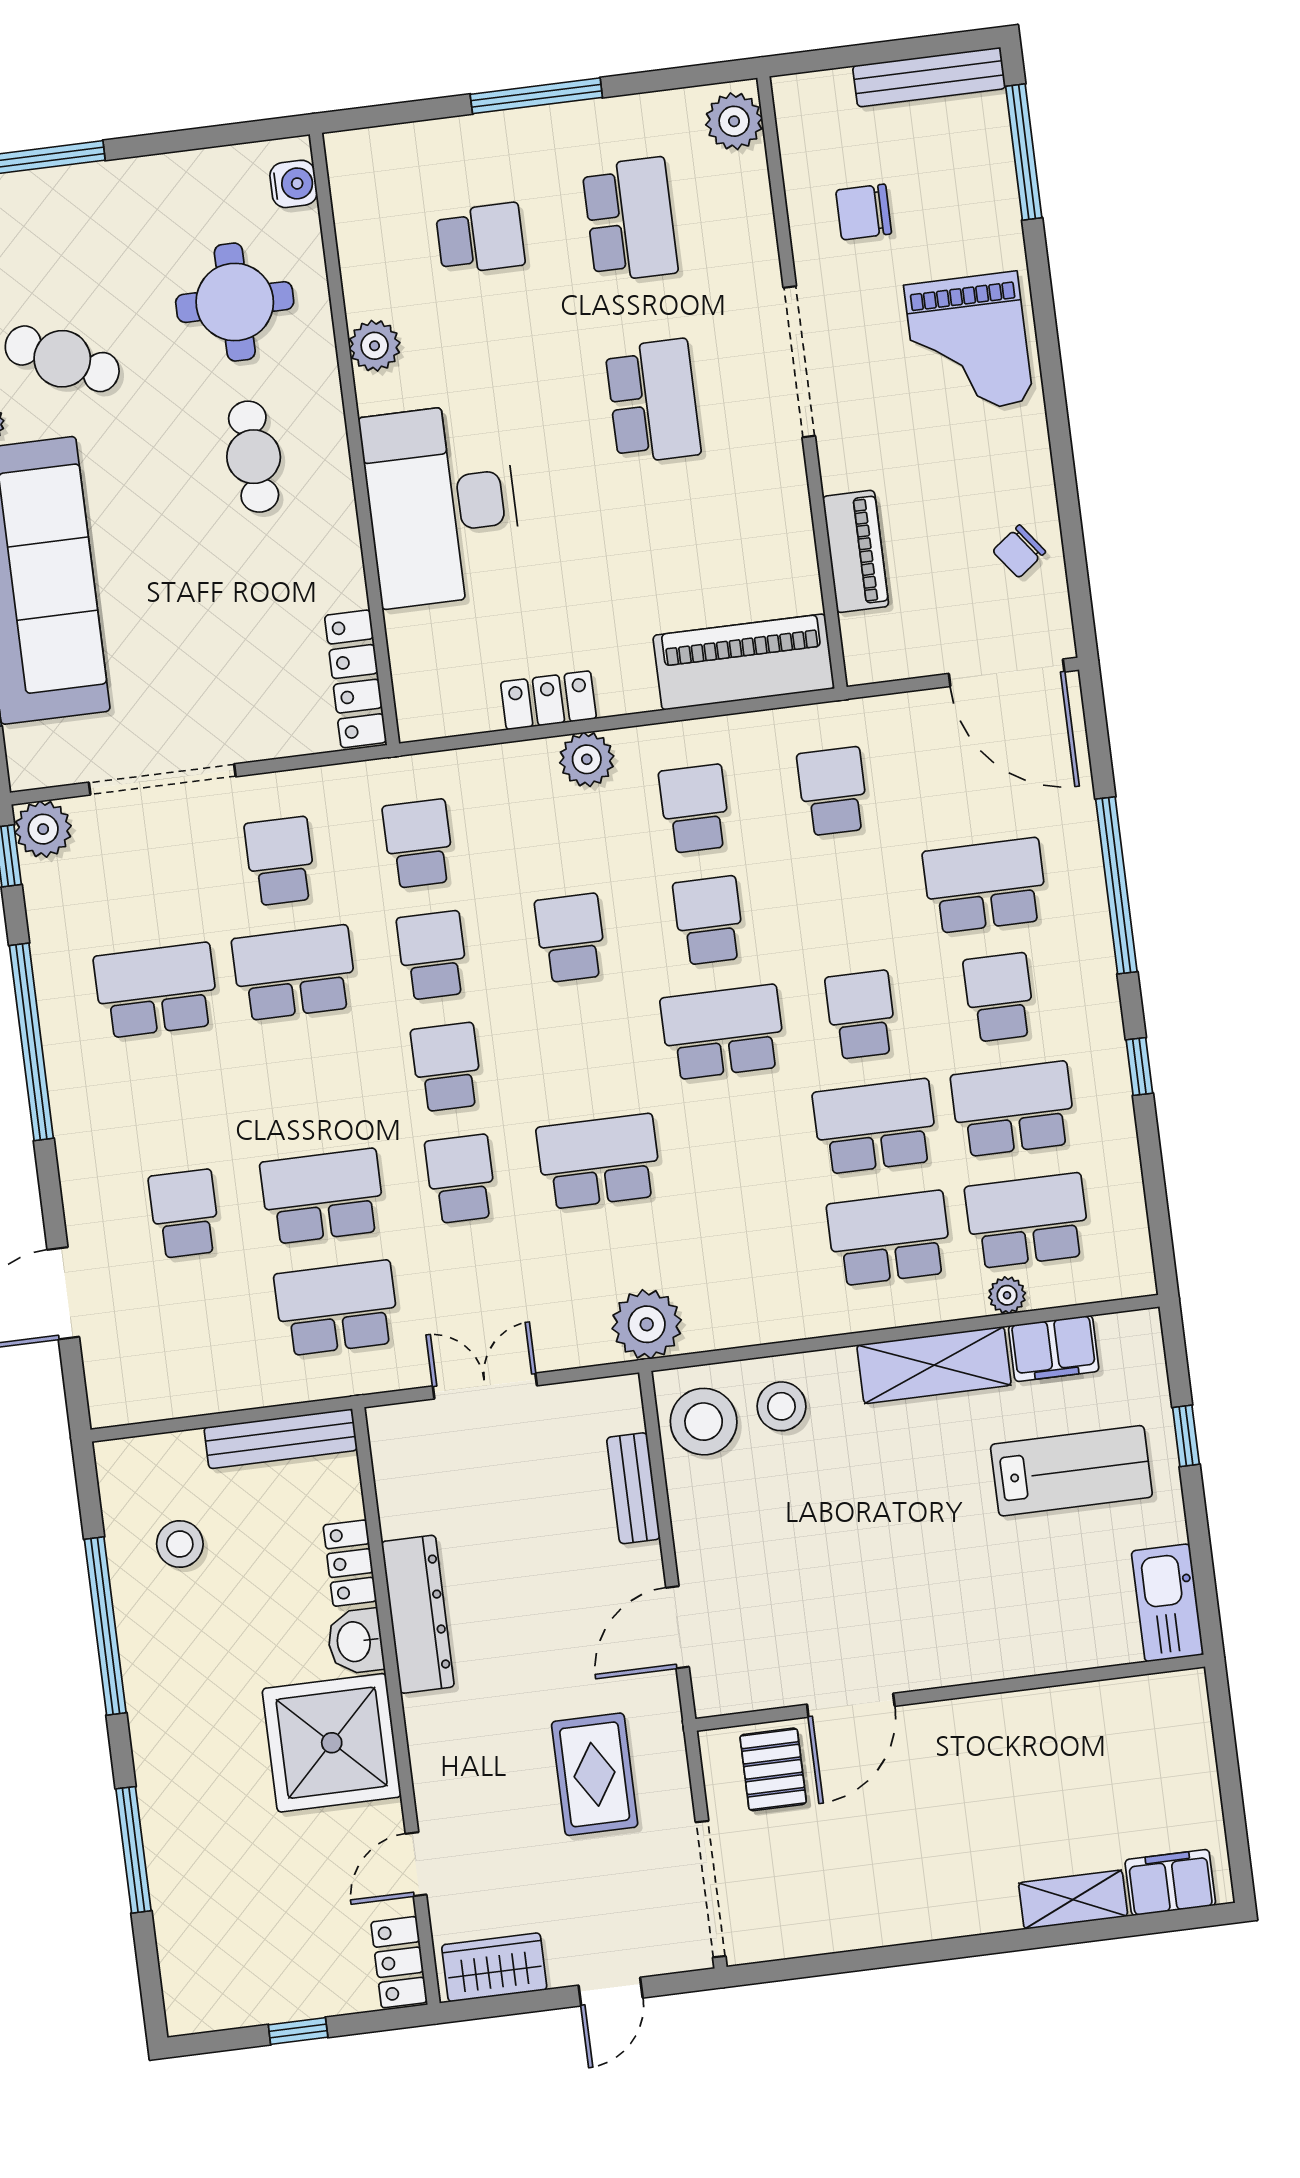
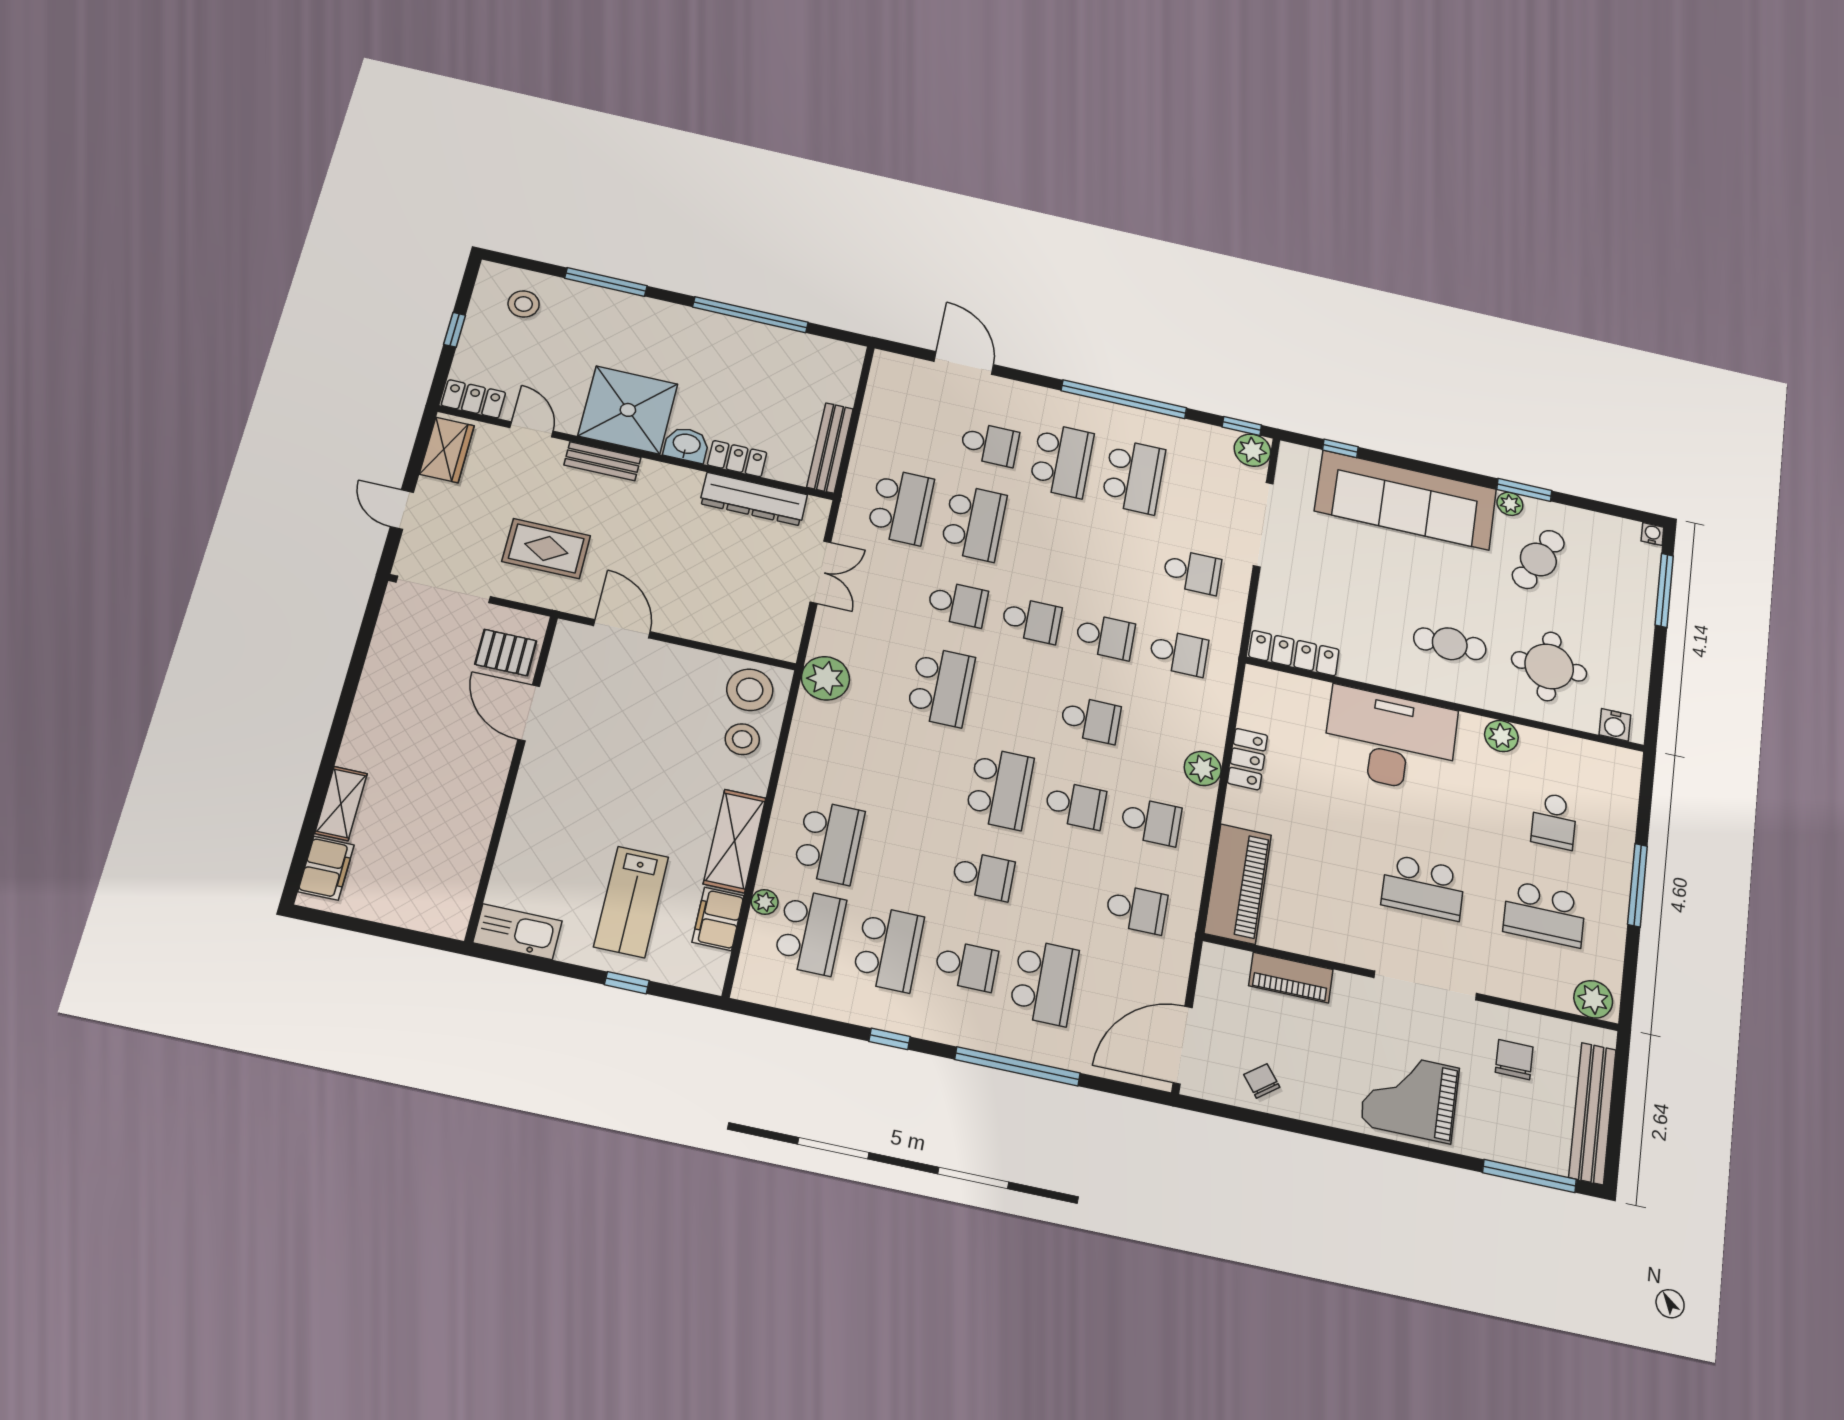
bench: (929, 77) -> (1593, 1113), width x1.37, depth x1.21
school desk: (294, 973) -> (1062, 460), moved
school desk: (875, 1127) -> (906, 859), removed
bench: (633, 1488) -> (602, 461), moved
stool: (180, 1544) -> (524, 304), moved
dresser: (418, 1614) -> (754, 499), moved

